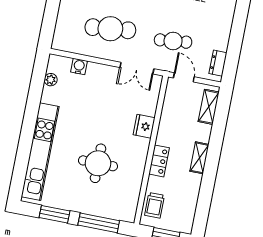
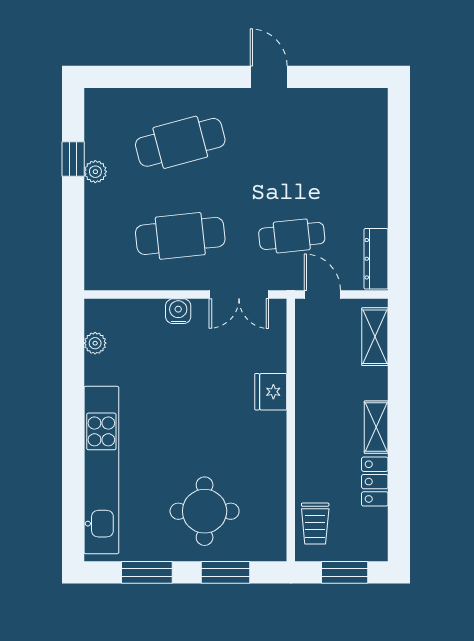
dresser: (218, 63) -> (376, 259), width x1.44
water cooler: (79, 66) -> (178, 311), moved
locker: (159, 161) -> (375, 482), moved, turned 180
round table: (98, 163) -> (205, 511), moved
window: (99, 223) -> (226, 572), width x0.69

